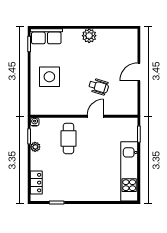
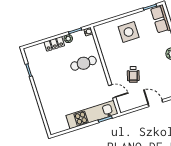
door: (95, 116) -> (112, 91), moved
kitchen unit: (129, 171) -> (92, 115), moved
locker: (36, 183) -> (54, 44), moved

